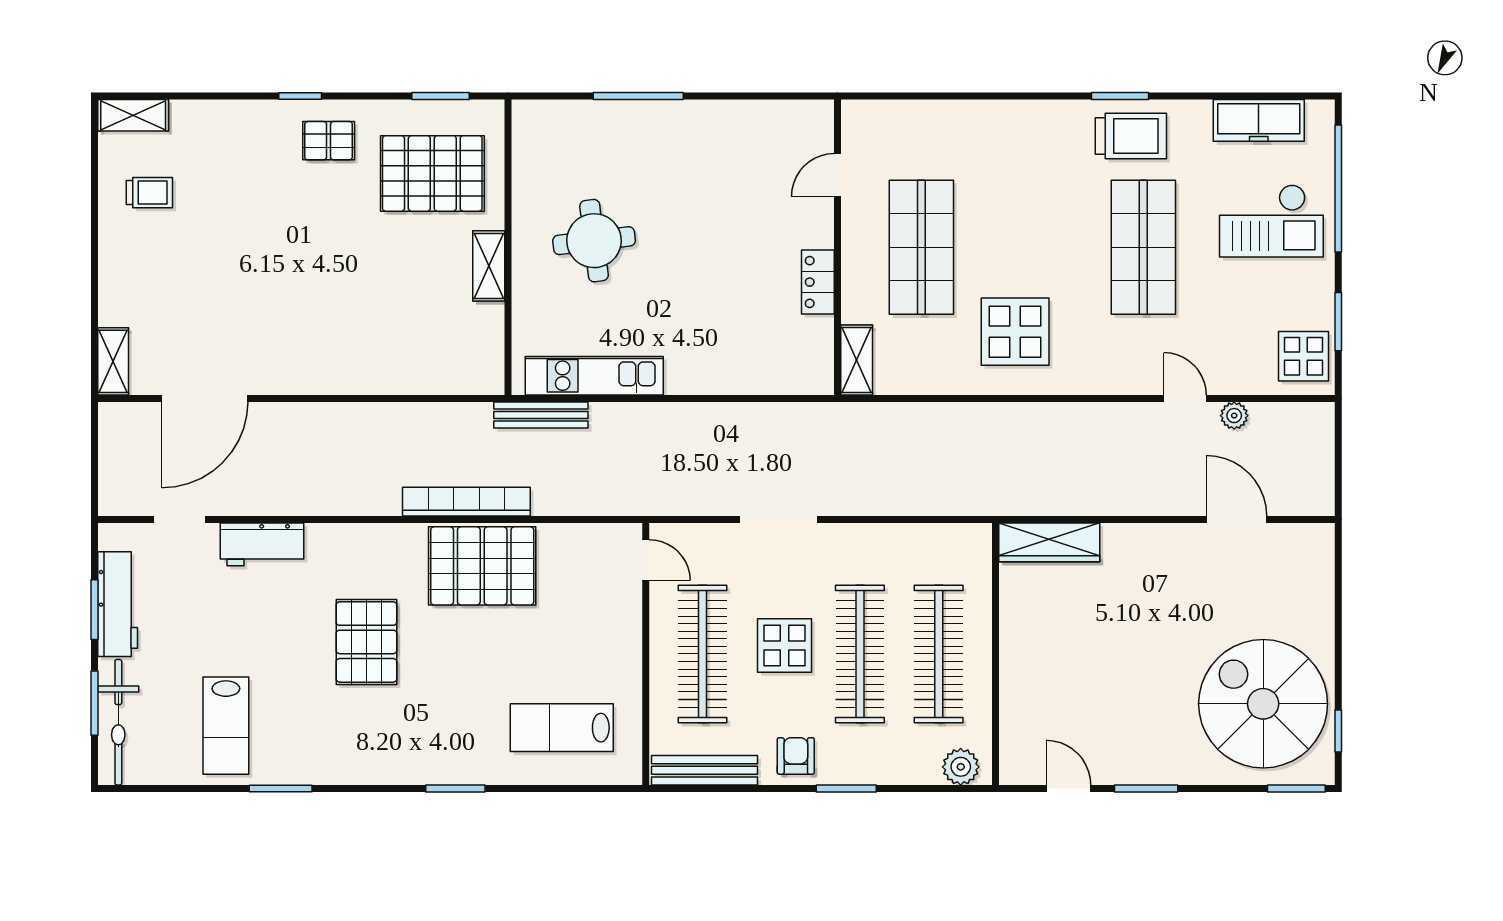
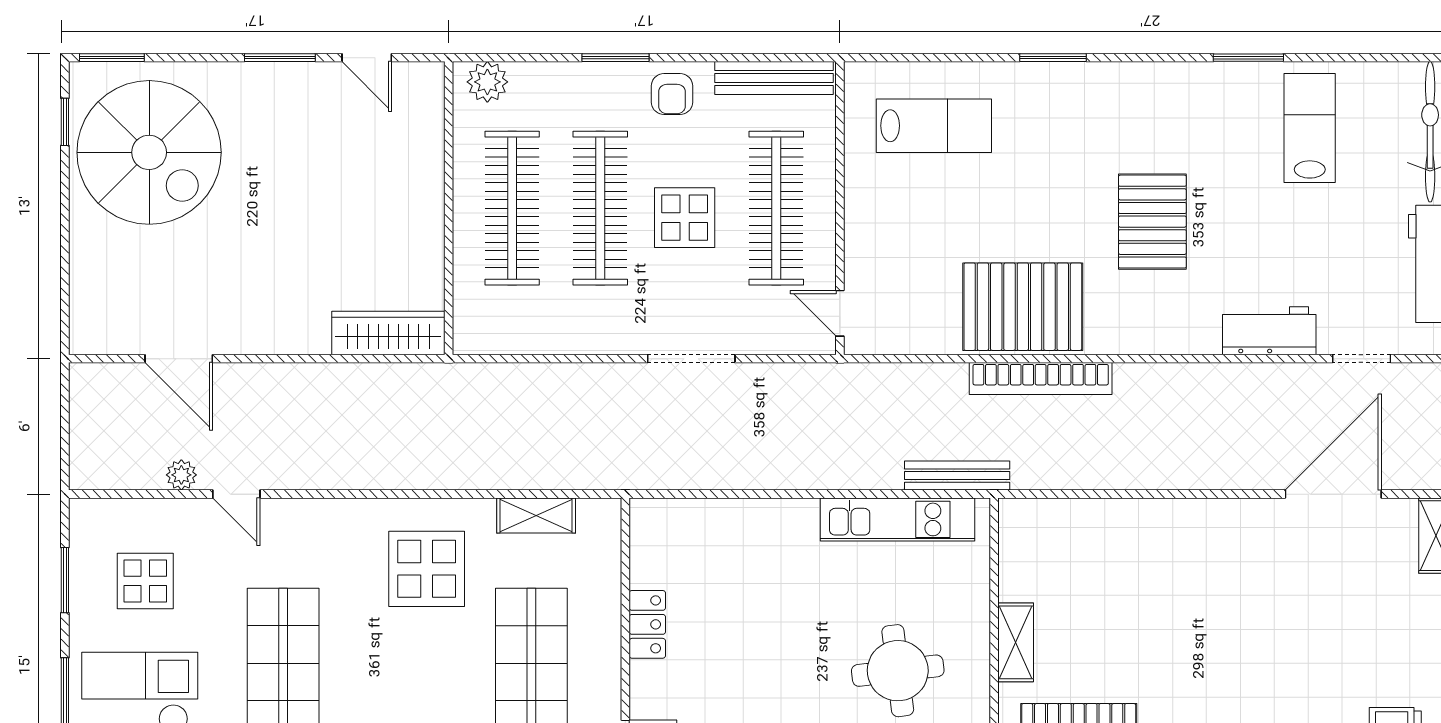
display table: (1303, 356) -> (145, 581), moved
shelving: (857, 360) -> (536, 515), moved, turned 90

